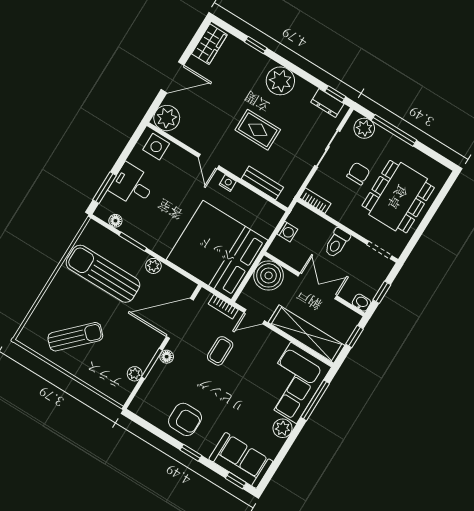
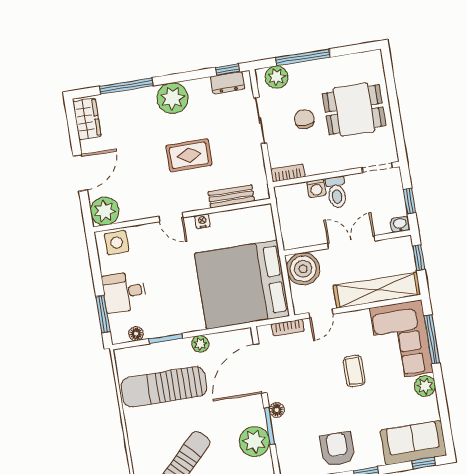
window: (256, 45) -> (126, 86), width x2.17
dining table: (398, 197) -> (354, 110), width x0.73
washing machine: (287, 232) -> (316, 188), moved, turned 90
coffee table: (220, 351) -> (354, 371), moved
plant: (135, 374) -> (254, 442), width x1.88, depth x1.88
armchair: (185, 419) -> (337, 449), turned -90

